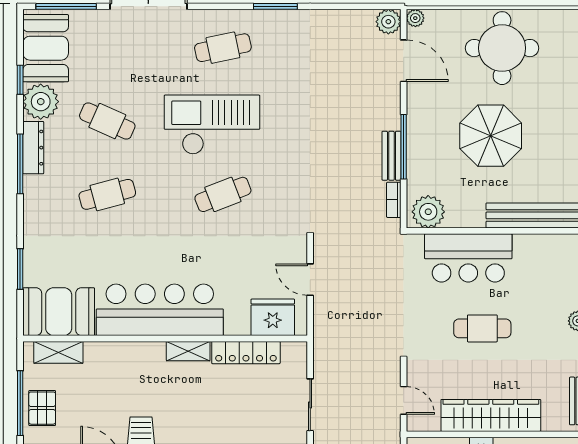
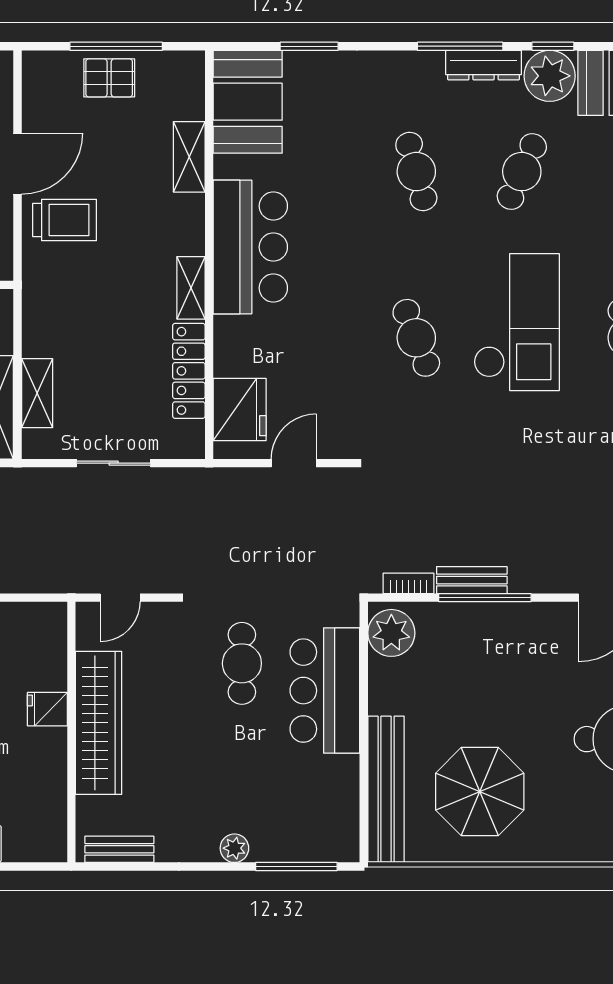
window: (20, 80) -> (553, 46), moved
parasol: (491, 136) -> (480, 792), moved
bar counter: (160, 310) -> (250, 247), width x0.73
cafe table: (482, 328) -> (242, 663), moved
shelving: (58, 352) -> (189, 157), moved

